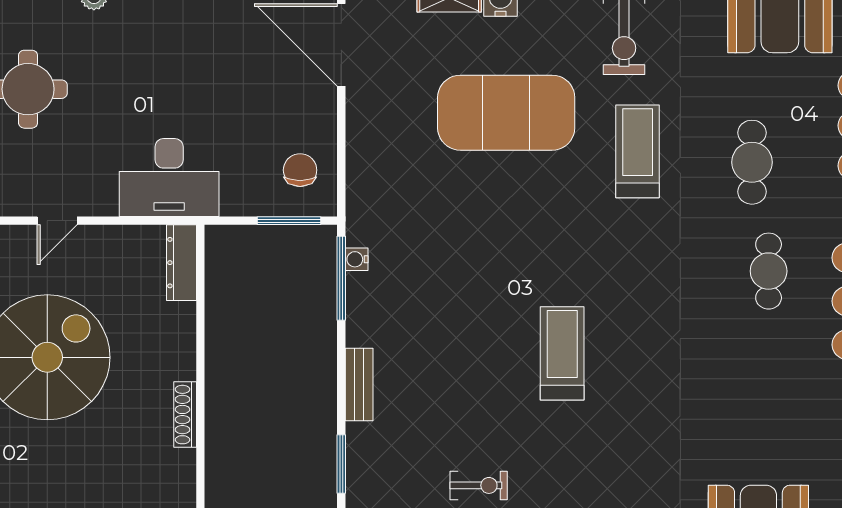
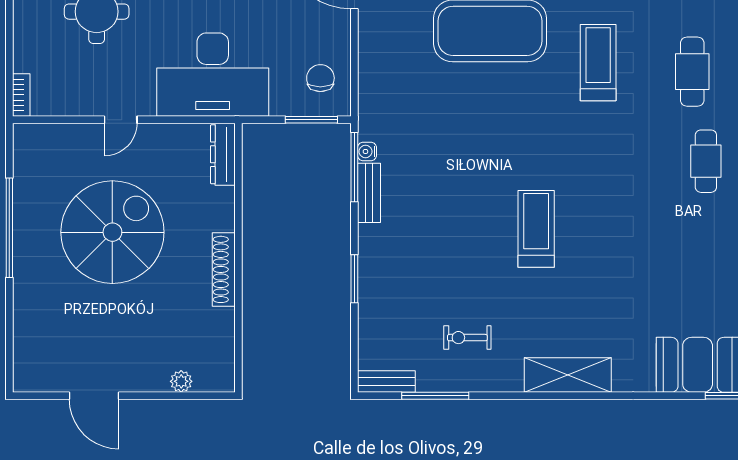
desk: (169, 178) -> (213, 75), width x1.36, depth x1.30
bench: (359, 384) -> (369, 193), moved
shoe rack: (185, 415) -> (224, 269), width x1.36, depth x1.24
window: (341, 464) -> (354, 279), moved
exercise bike: (479, 485) -> (467, 338), turned 180

